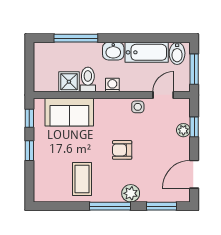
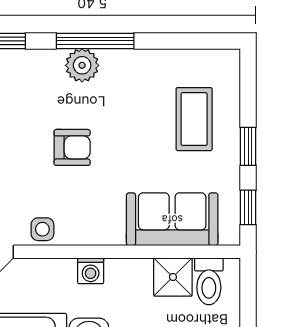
toilet: (88, 79) -> (209, 281), moved
coffee table: (82, 179) -> (194, 119), moved
plant: (131, 193) -> (82, 65), moved

